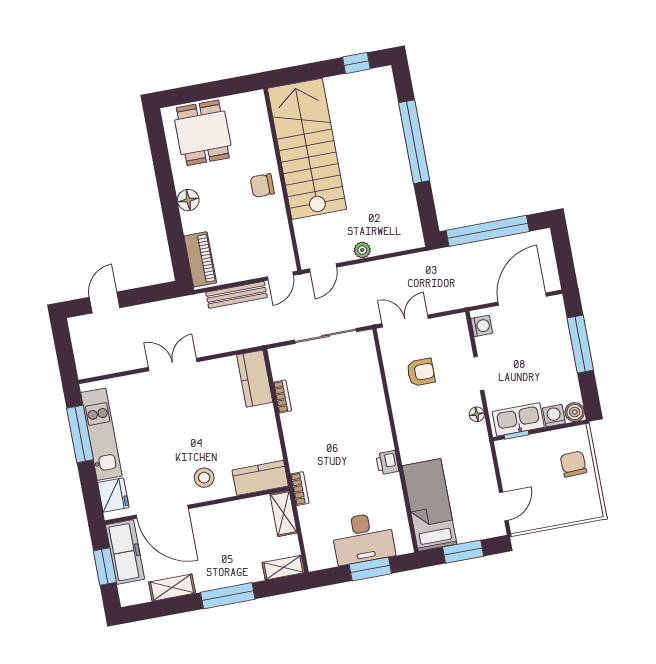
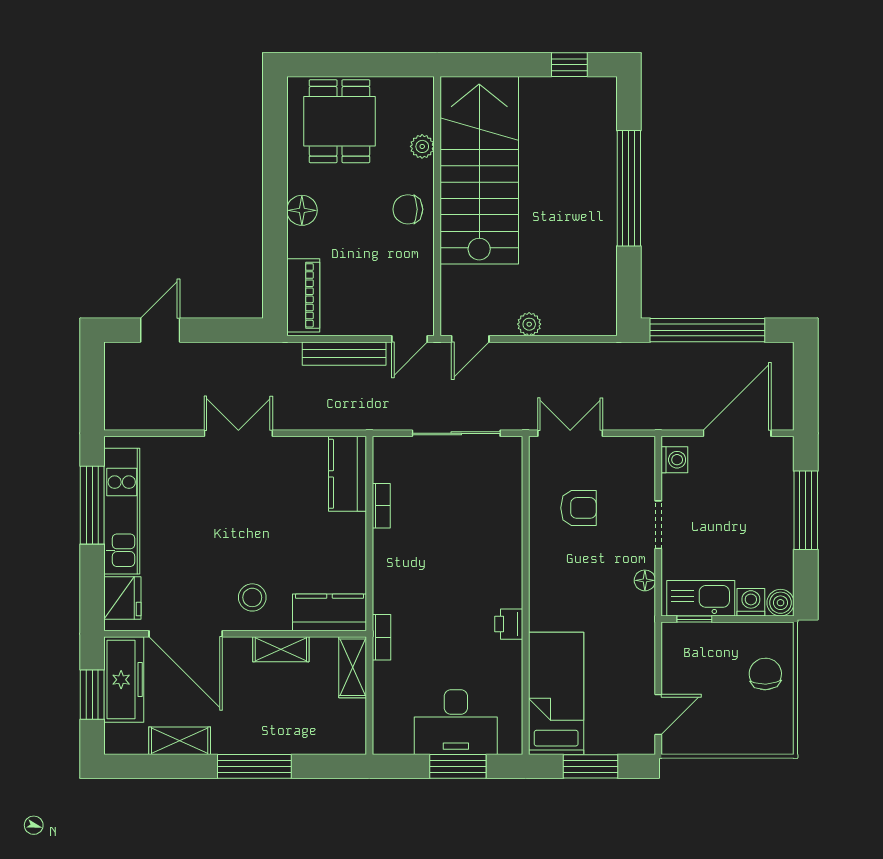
plant: (264, 140) -> (422, 146), added
shelving: (283, 568) -> (281, 649), moved

